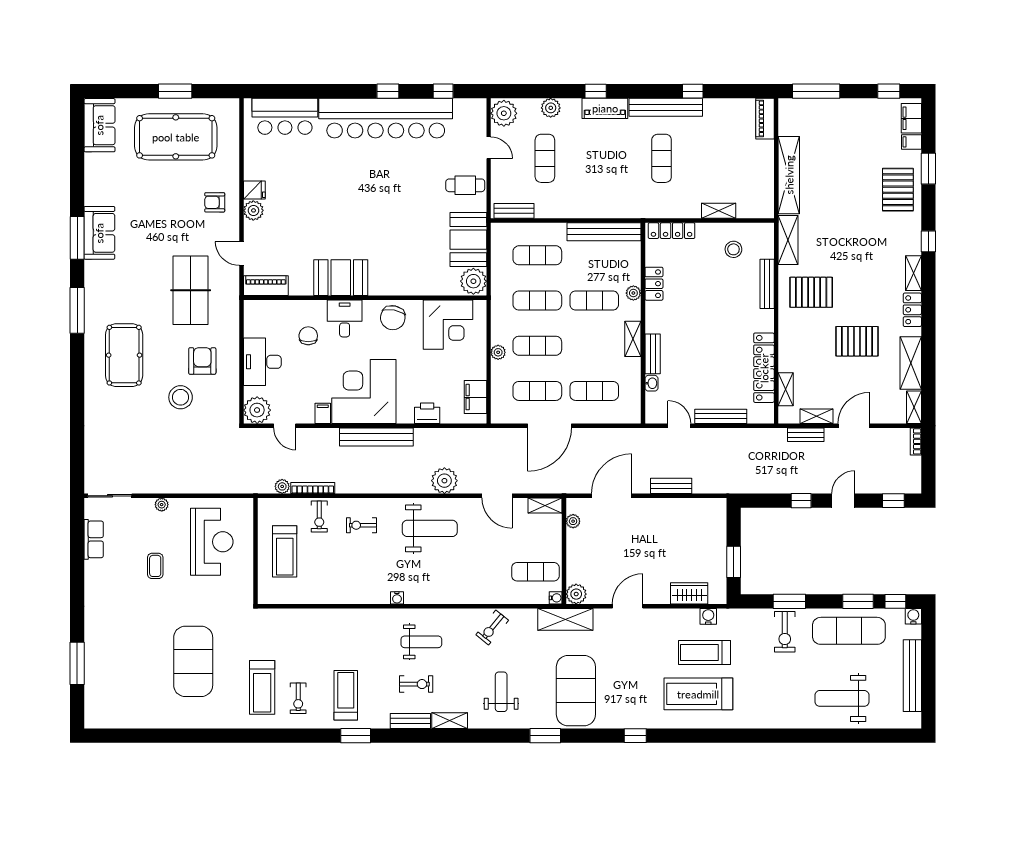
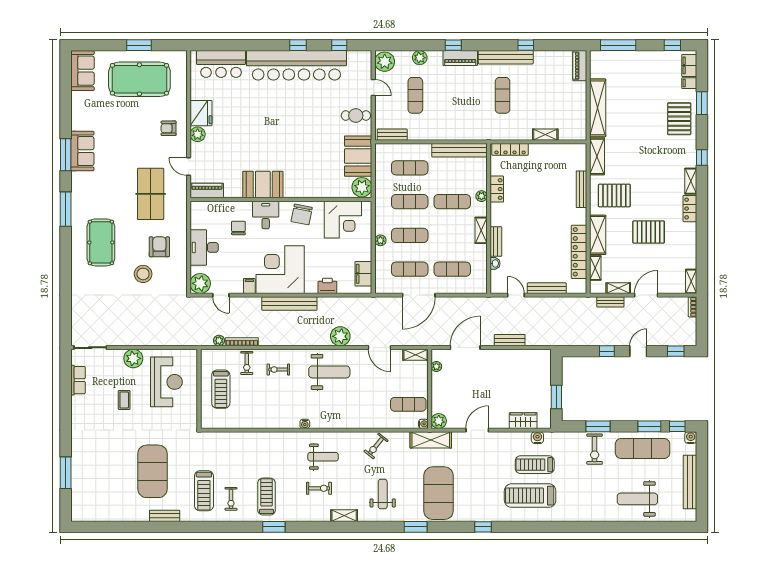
fridge: (254, 190) -> (201, 113), width x1.88, depth x1.34
stool: (733, 249) -> (556, 163), removed
shelving: (911, 363) -> (598, 235), moved
plant: (162, 505) -> (133, 358), width x1.88, depth x1.88
bench: (410, 721) -> (165, 516), moved

